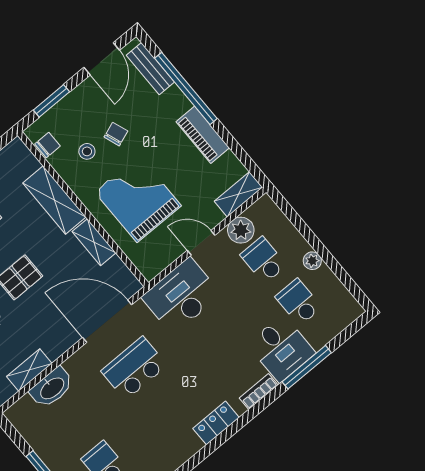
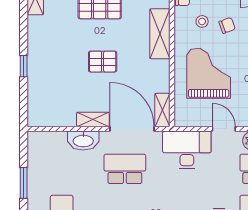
shelving: (94, 242) -> (162, 110), moved
shelving: (29, 370) -> (93, 119), moved
washbasin: (52, 388) -> (83, 140), moved

